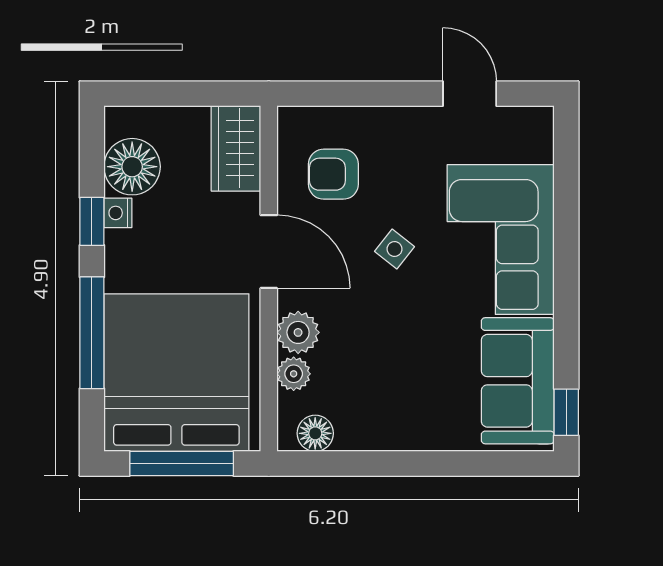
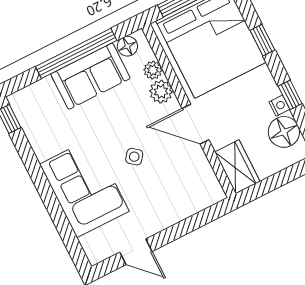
armchair: (333, 174) -> (183, 178), removed
window: (92, 333) -> (262, 40), width x0.46
sofa: (518, 381) -> (90, 76), moved, turned 90
window: (404, 464) -> (76, 53), added

